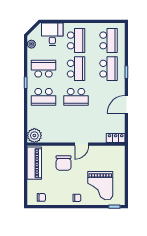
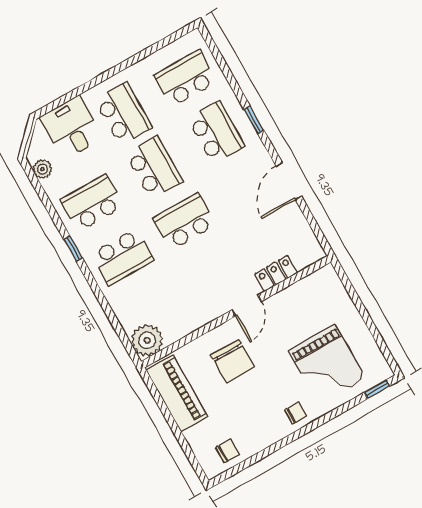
school desk: (108, 40) -> (185, 79), turned -90
school desk: (76, 97) -> (185, 221), turned 180
locker: (116, 138) -> (276, 273), moved

